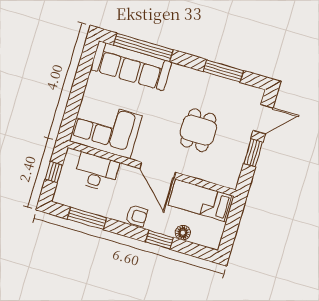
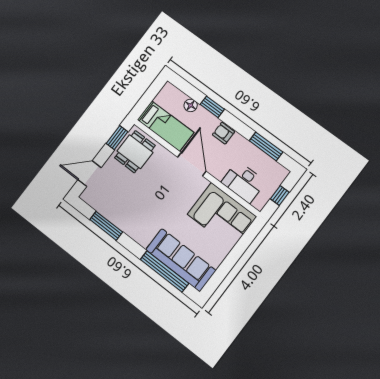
dining table: (198, 130) -> (135, 152), moved
window: (253, 153) -> (117, 138), moved

